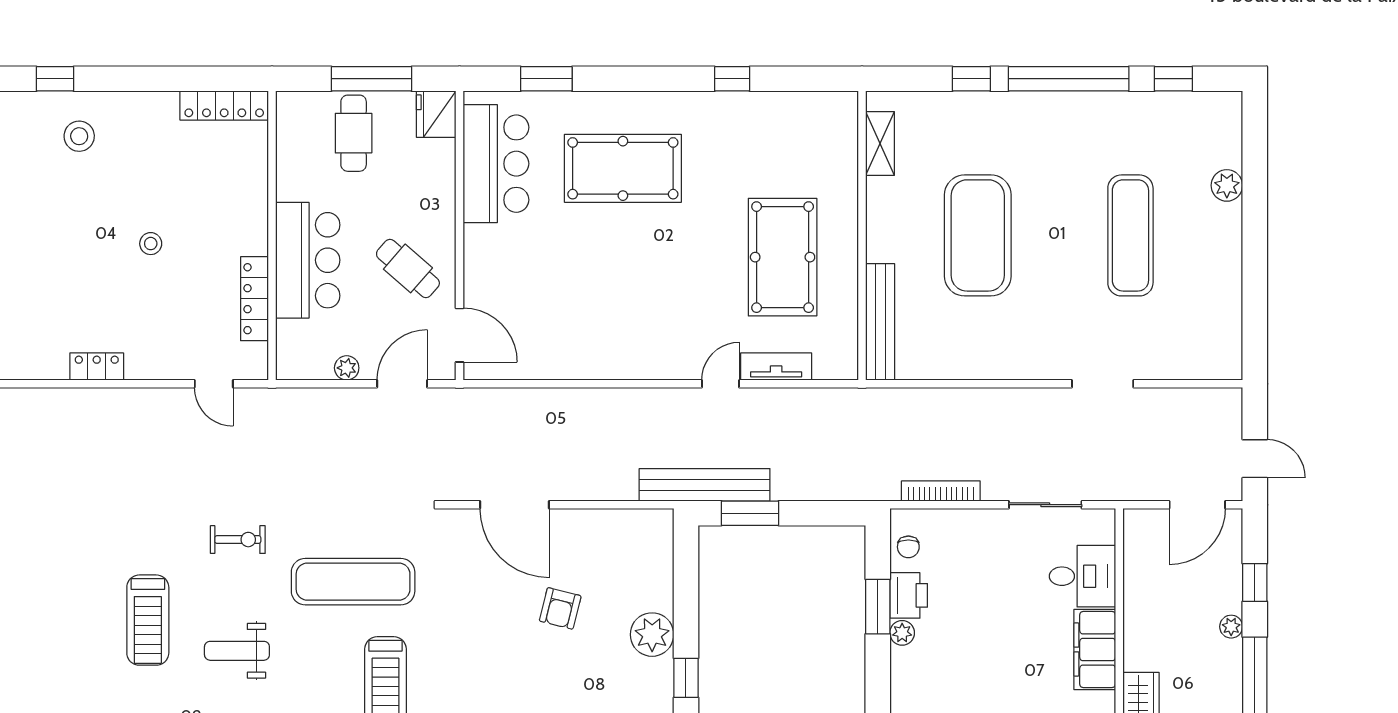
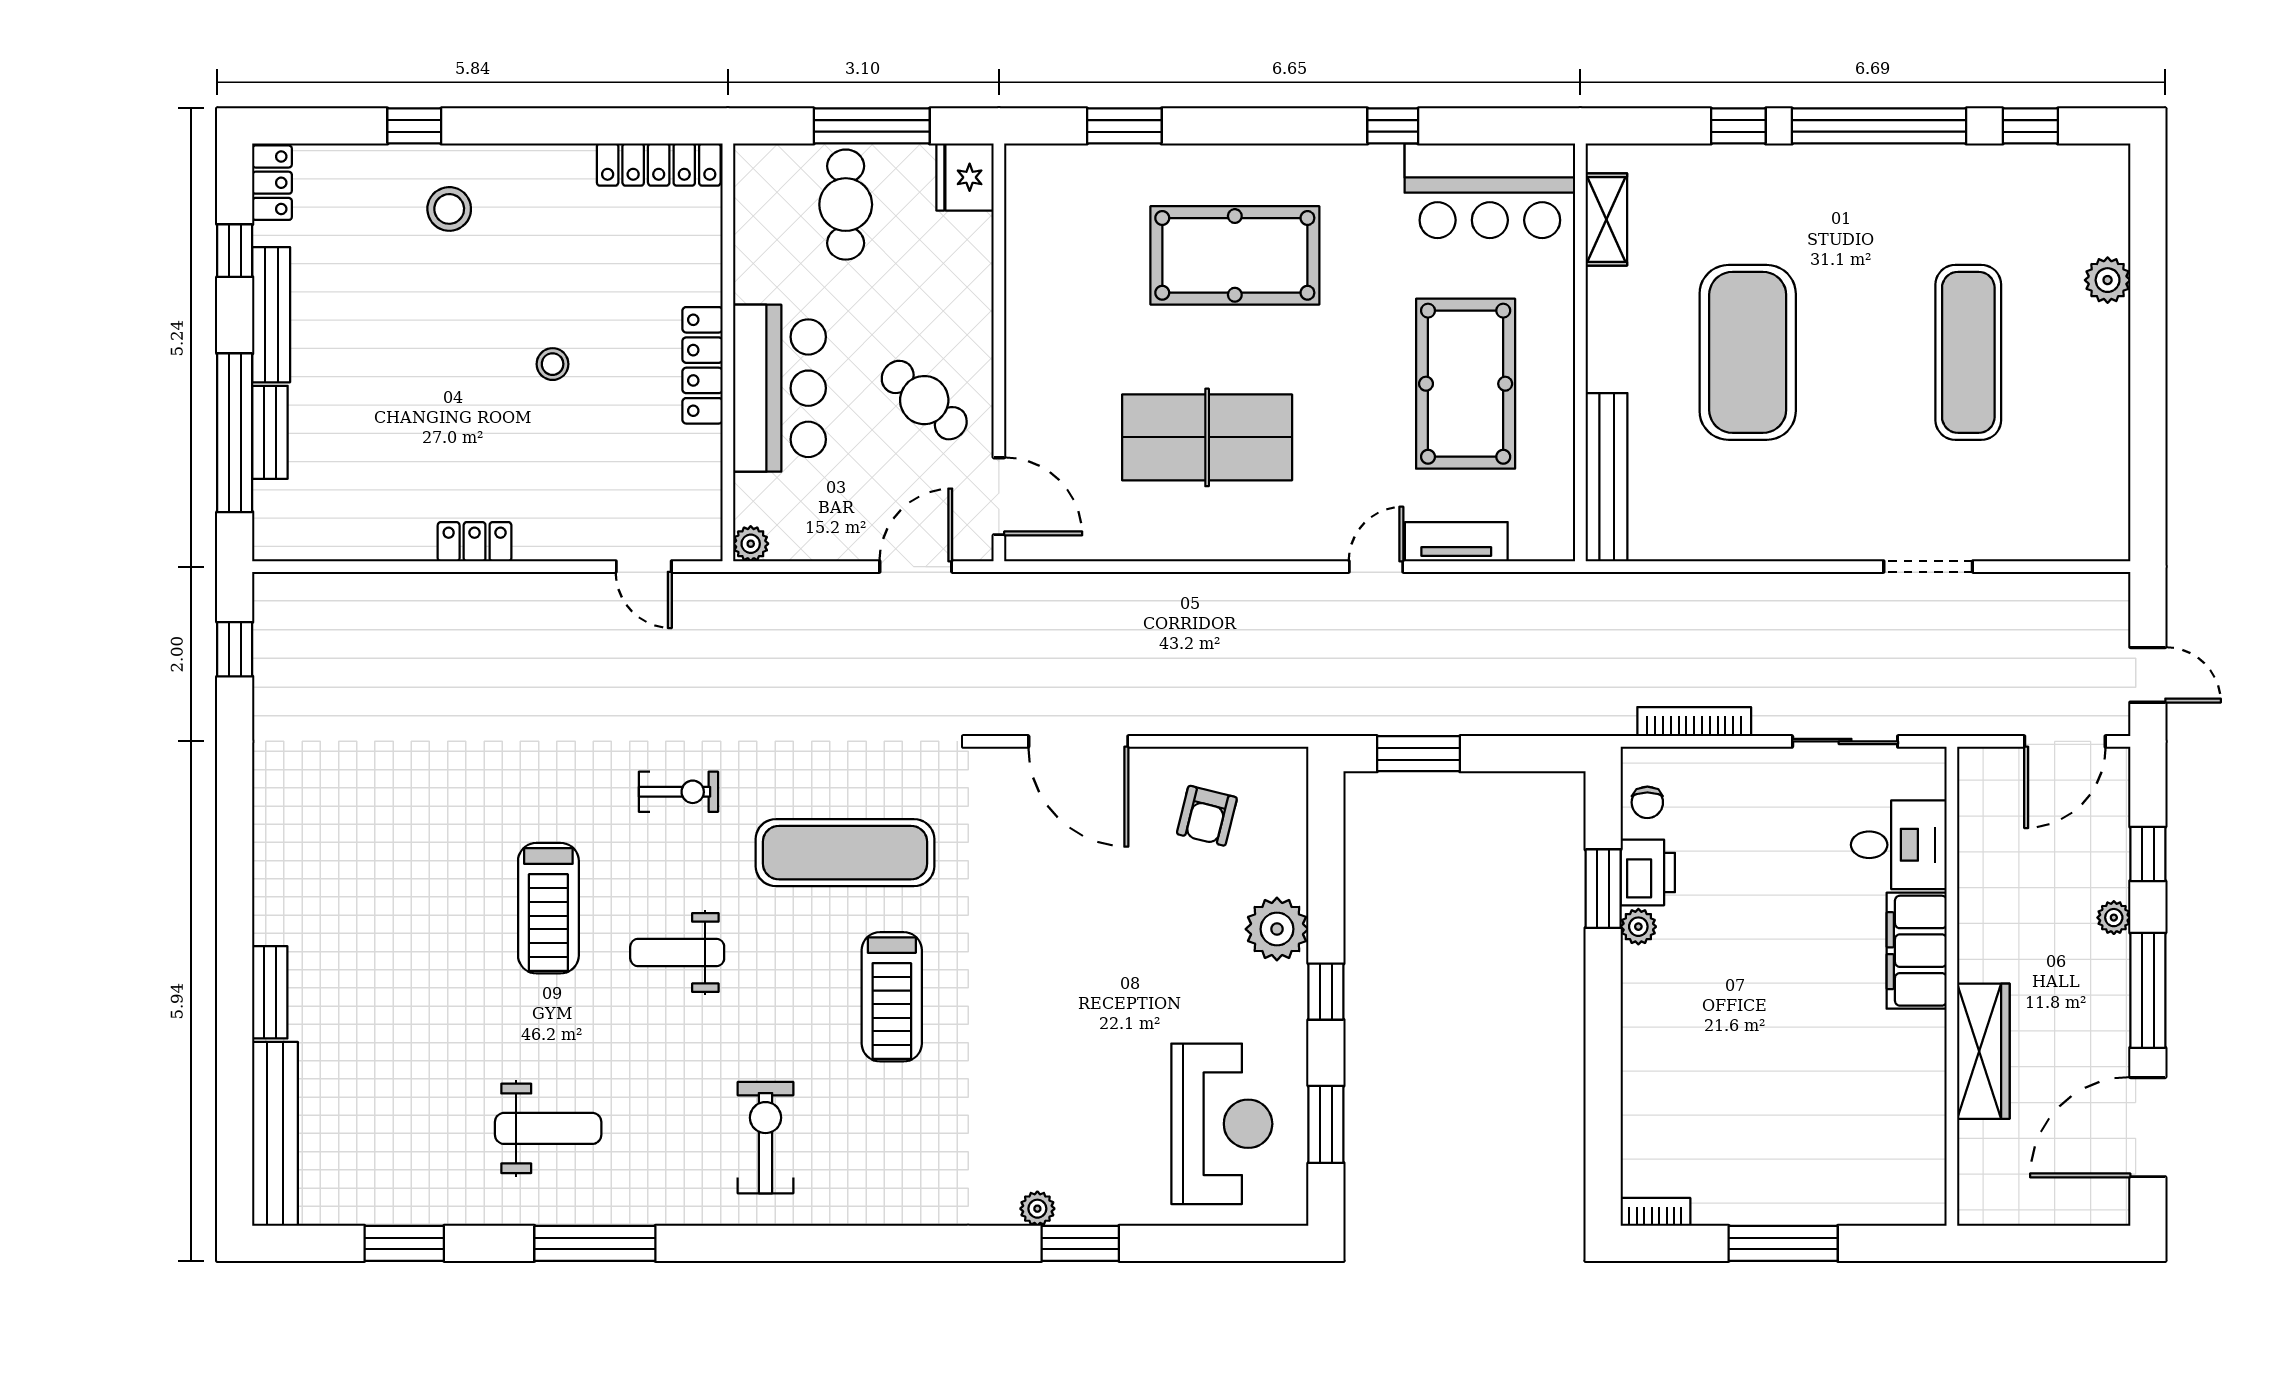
bar counter: (496, 164) -> (1490, 191), moved, turned 90
table tennis table: (604, 294) -> (1207, 437), added
locker: (254, 299) -> (703, 365), moved
plant: (347, 368) -> (751, 544), moved
bench: (705, 485) -> (1353, 713), removed
armchair: (560, 608) -> (1207, 816), moved

